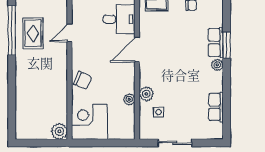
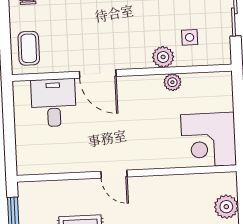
door: (70, 33) -> (114, 174), moved
chair: (83, 80) -> (147, 153), removed
plant: (59, 131) -> (226, 207), moved

